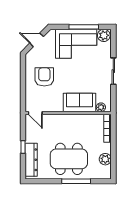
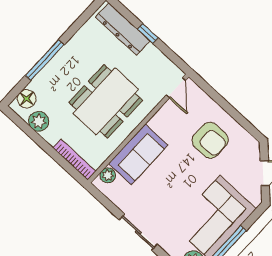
door: (35, 113) -> (176, 88), swing flipped
dining table: (69, 159) -> (106, 101), moved
floor lamp: (100, 174) -> (27, 99), added

